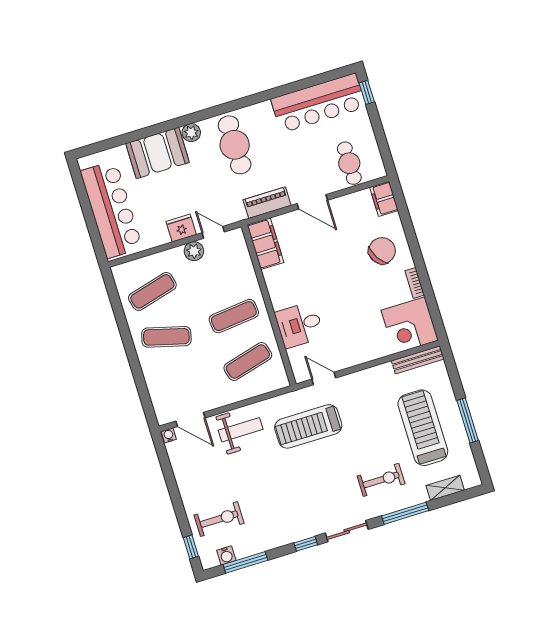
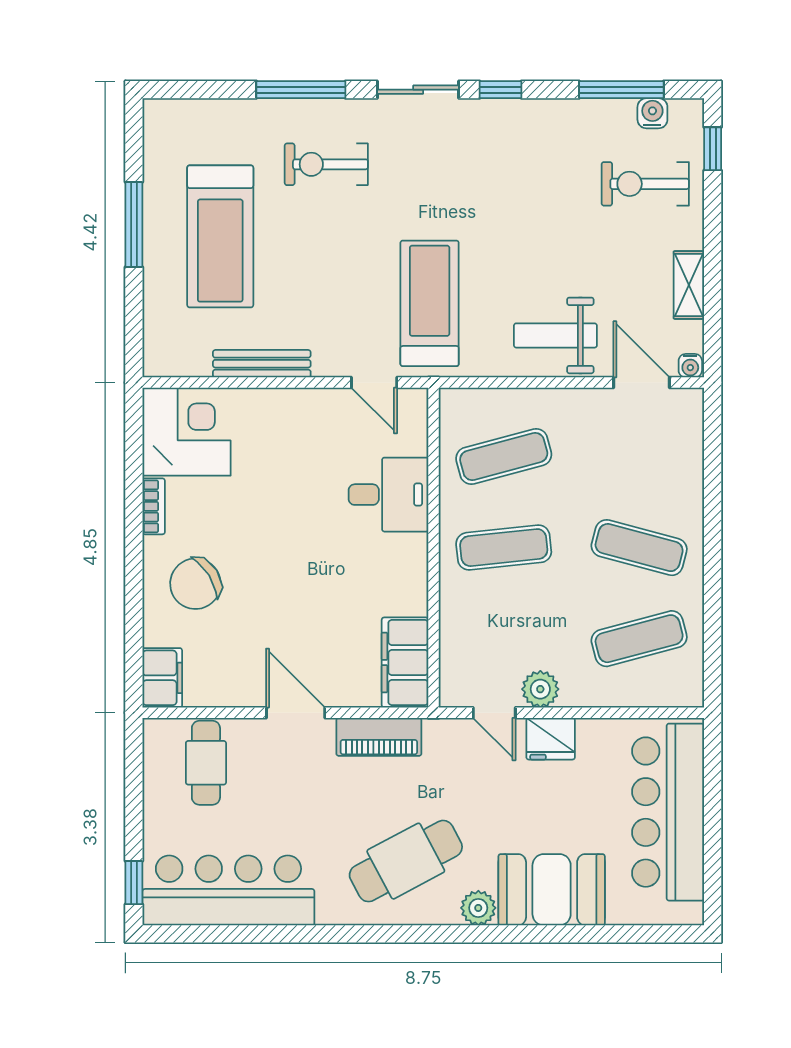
cafe table: (235, 145) -> (406, 861), turned 62
bench: (418, 360) -> (262, 364), moved
treadmill: (308, 426) -> (430, 303), turned -90
shelving: (445, 488) -> (689, 285), moved, turned 90

